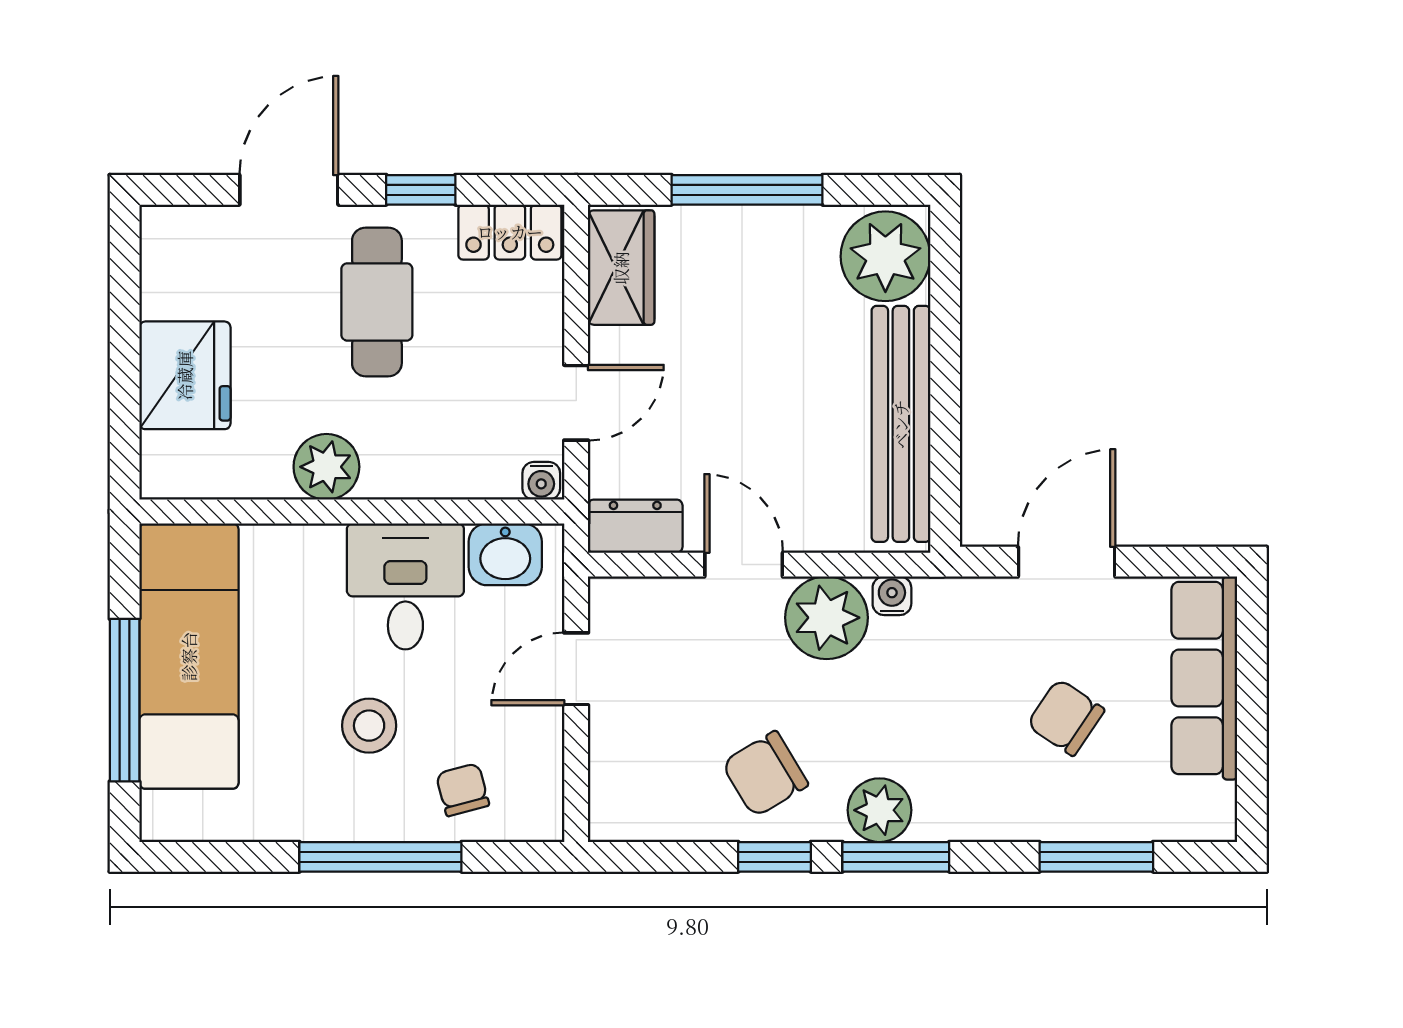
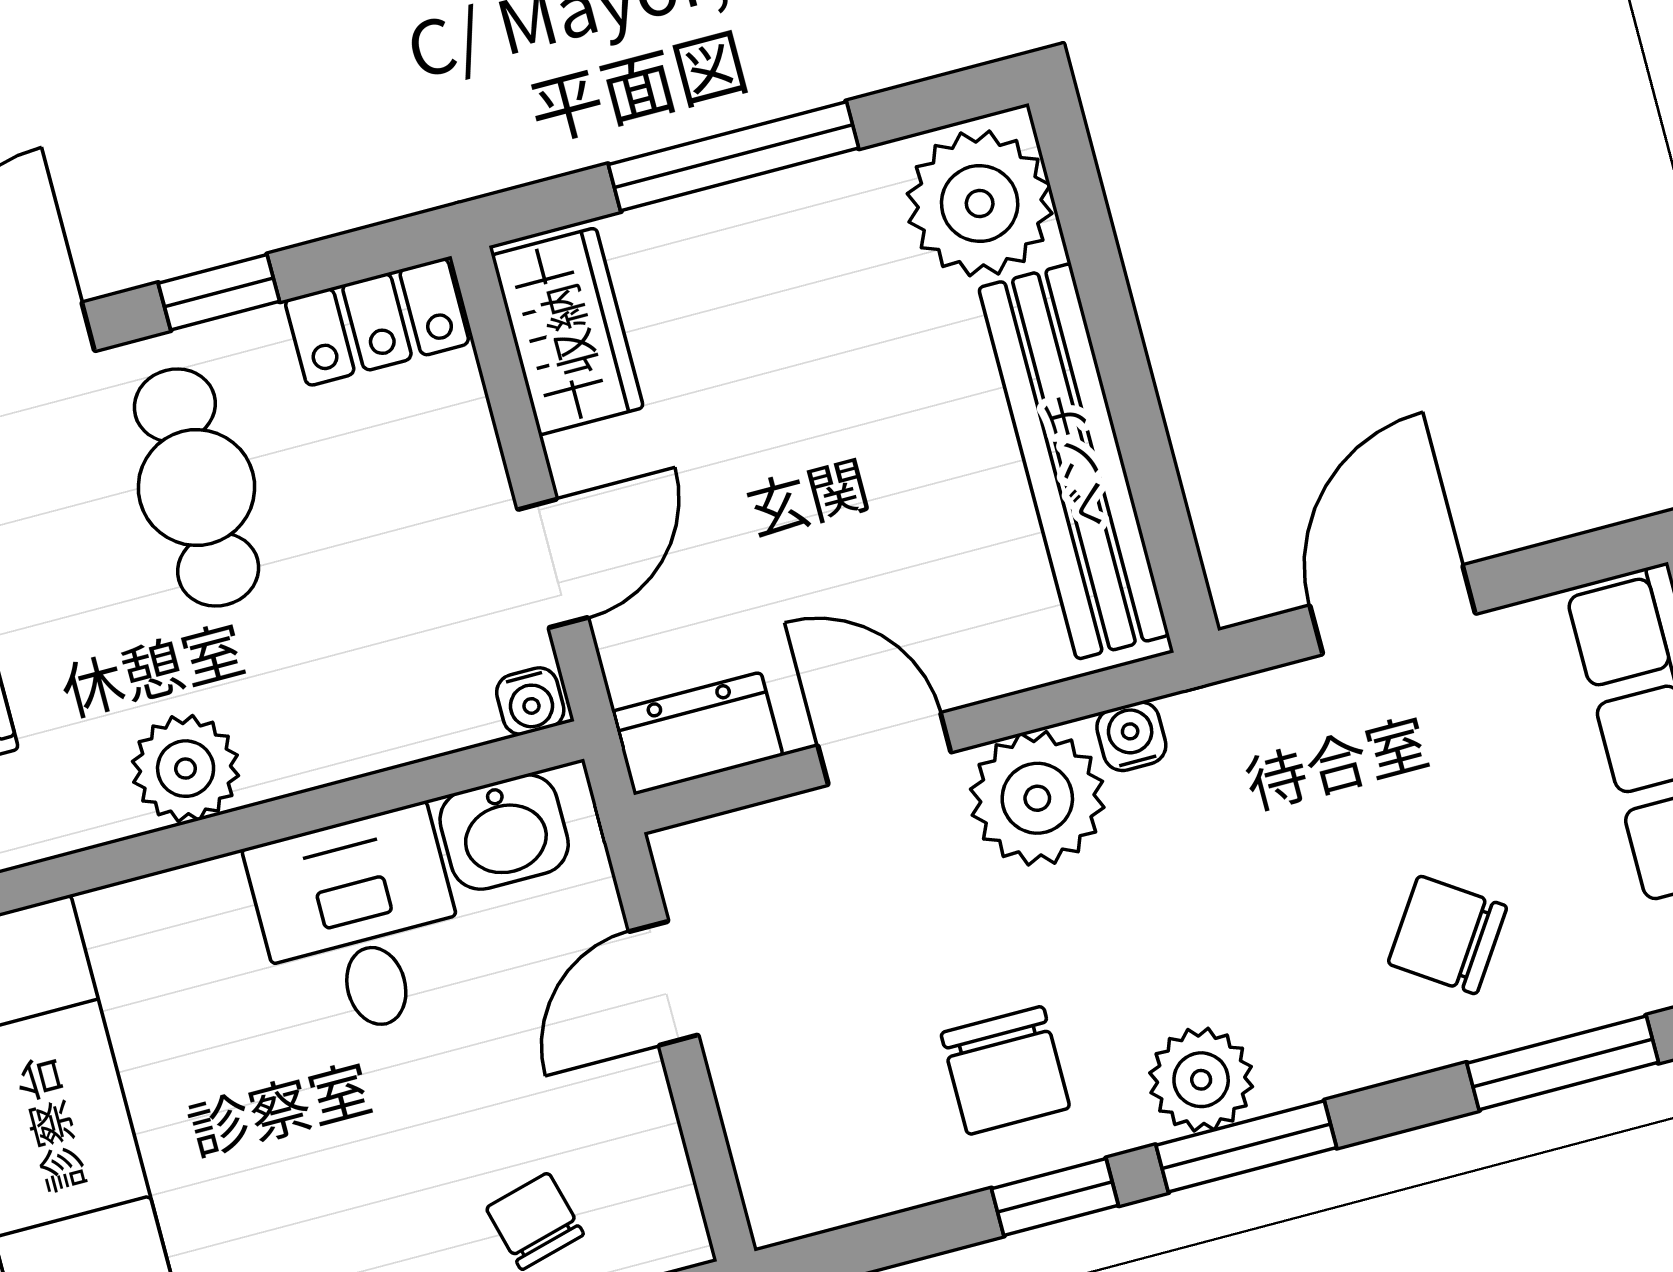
chair: (1066, 717) -> (1447, 935), moved
stool: (369, 726) -> (361, 1159), removed
chair: (765, 774) -> (1005, 1070), turned -59

